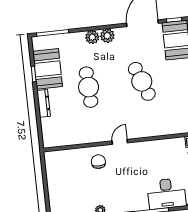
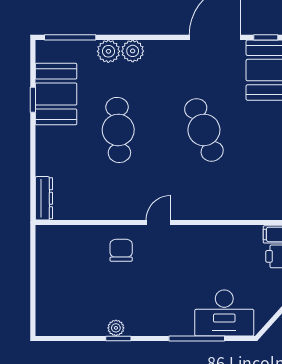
plant: (107, 36) -> (108, 51), moved
dresser: (44, 103) -> (44, 198), moved

